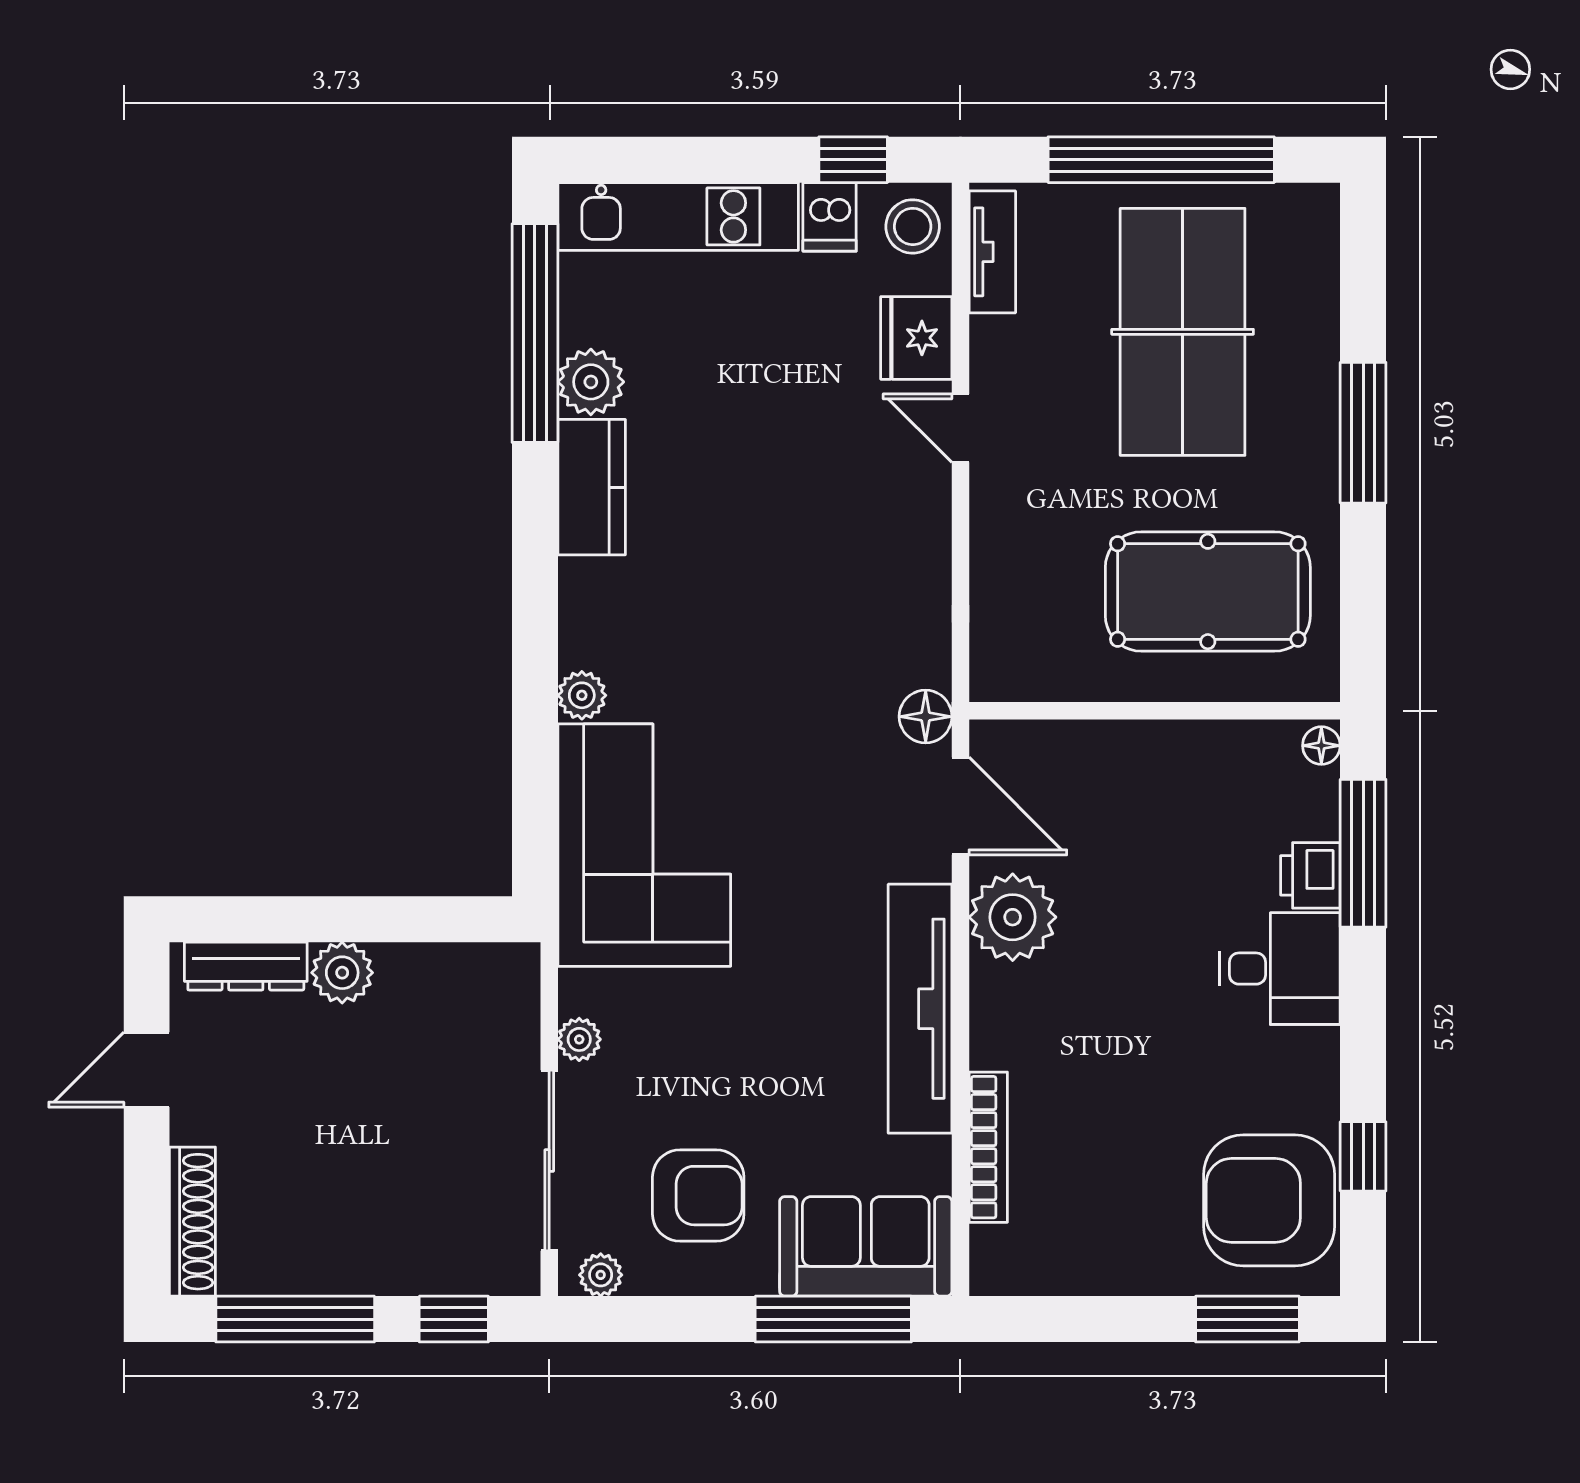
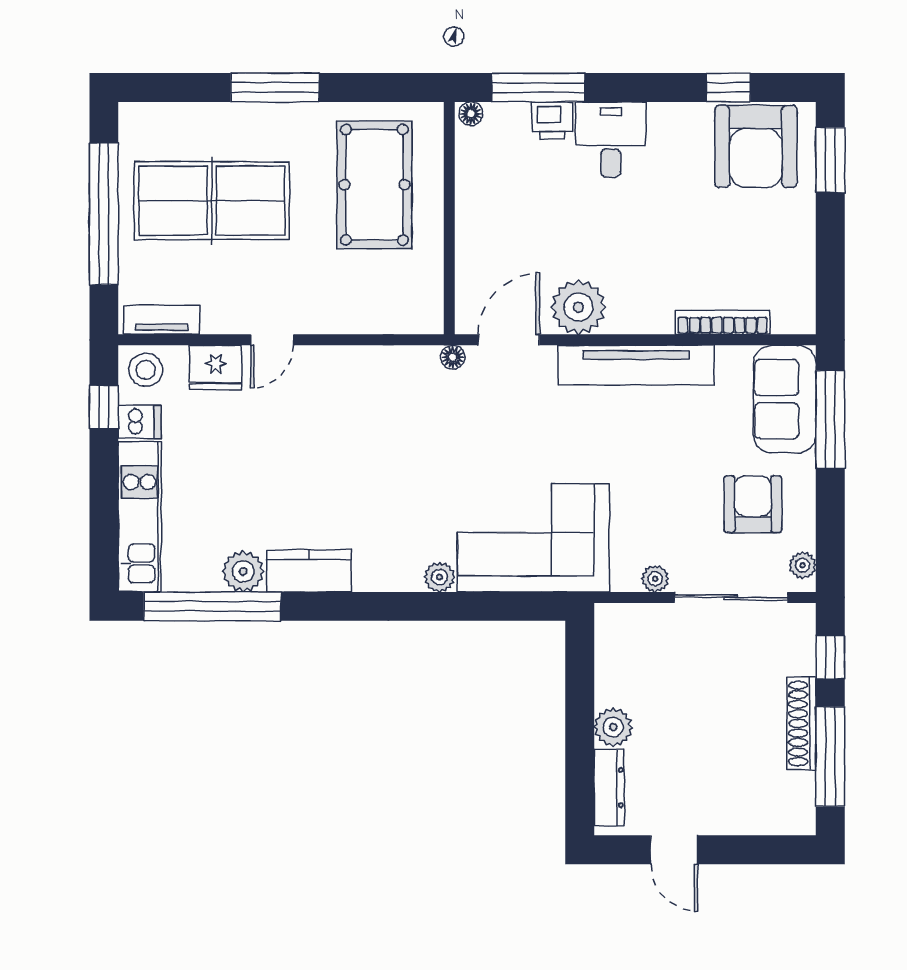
floor lamp: (926, 717) -> (453, 357), width x0.73, depth x0.73
shoe rack: (192, 1222) -> (802, 723), moved, turned -90

